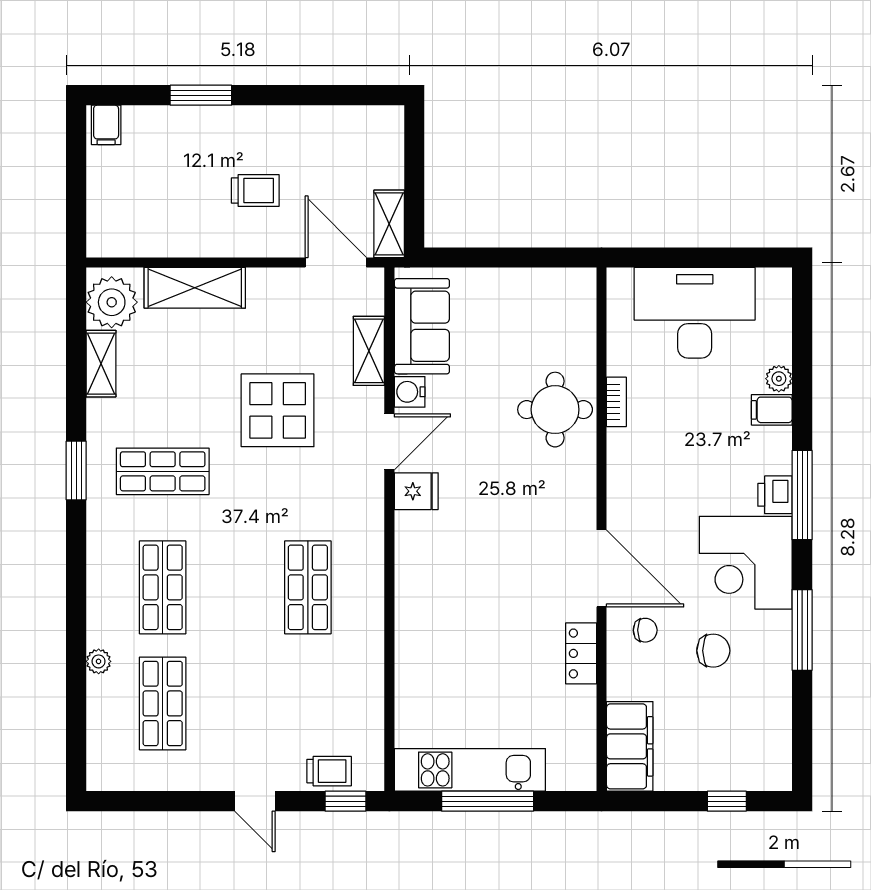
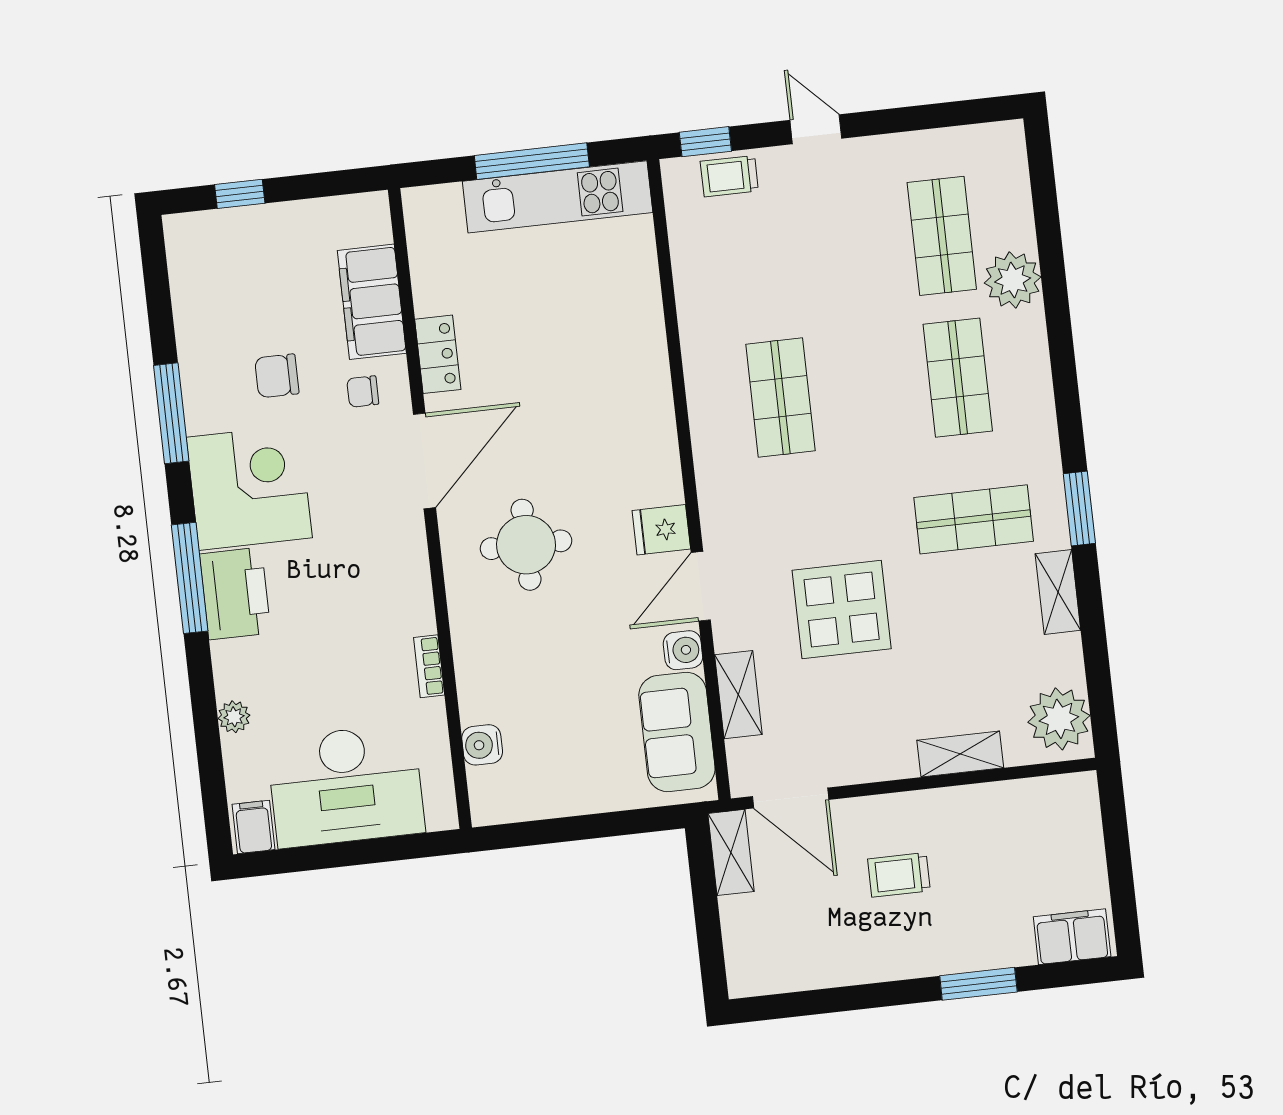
filing cabinet: (106, 125) -> (1072, 937), width x2.00
shelving: (195, 288) -> (960, 754), width x0.67, depth x0.75
water cooler: (581, 333) -> (482, 745), added
shelving: (101, 364) -> (1058, 592), moved
round table: (555, 410) -> (526, 545), moved
filing cabinet: (772, 410) -> (254, 827), moved, turned -90
printer: (775, 495) -> (235, 593), width x1.87, depth x1.48
door: (602, 568) -> (425, 461), swing flipped
plant: (99, 661) -> (1013, 280), width x1.87, depth x1.87
filing cabinet: (630, 746) -> (372, 302), moved

